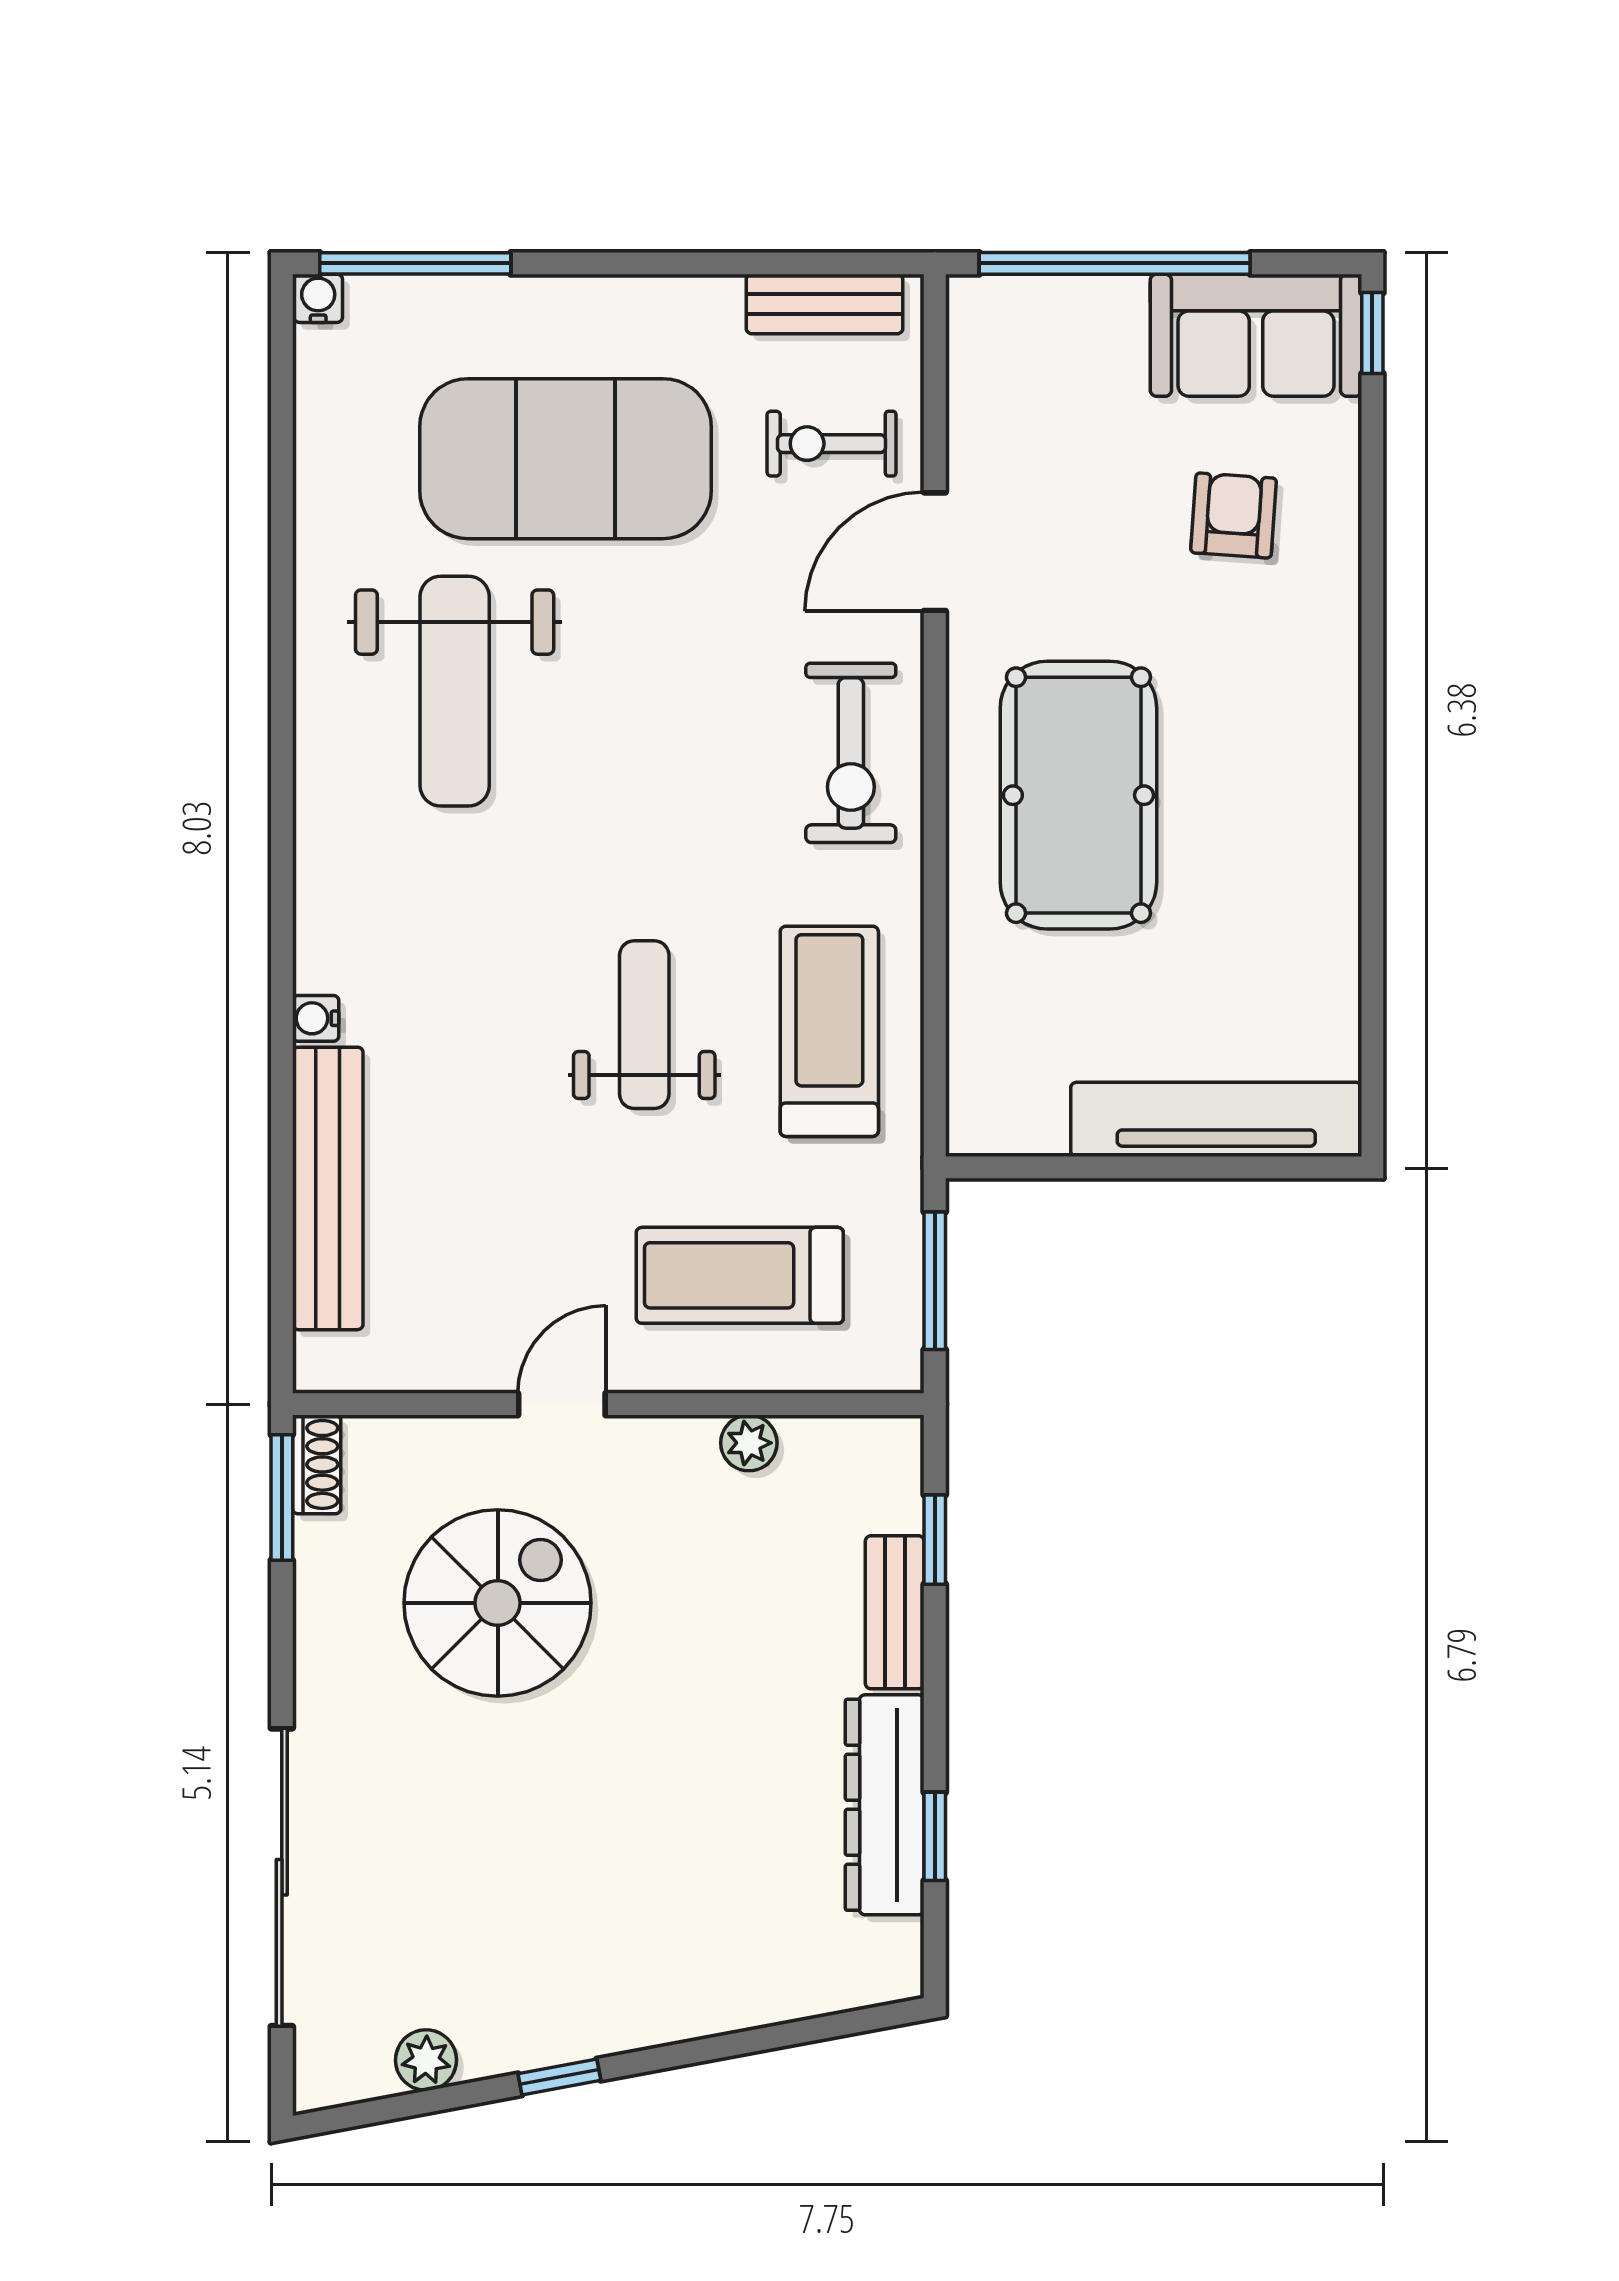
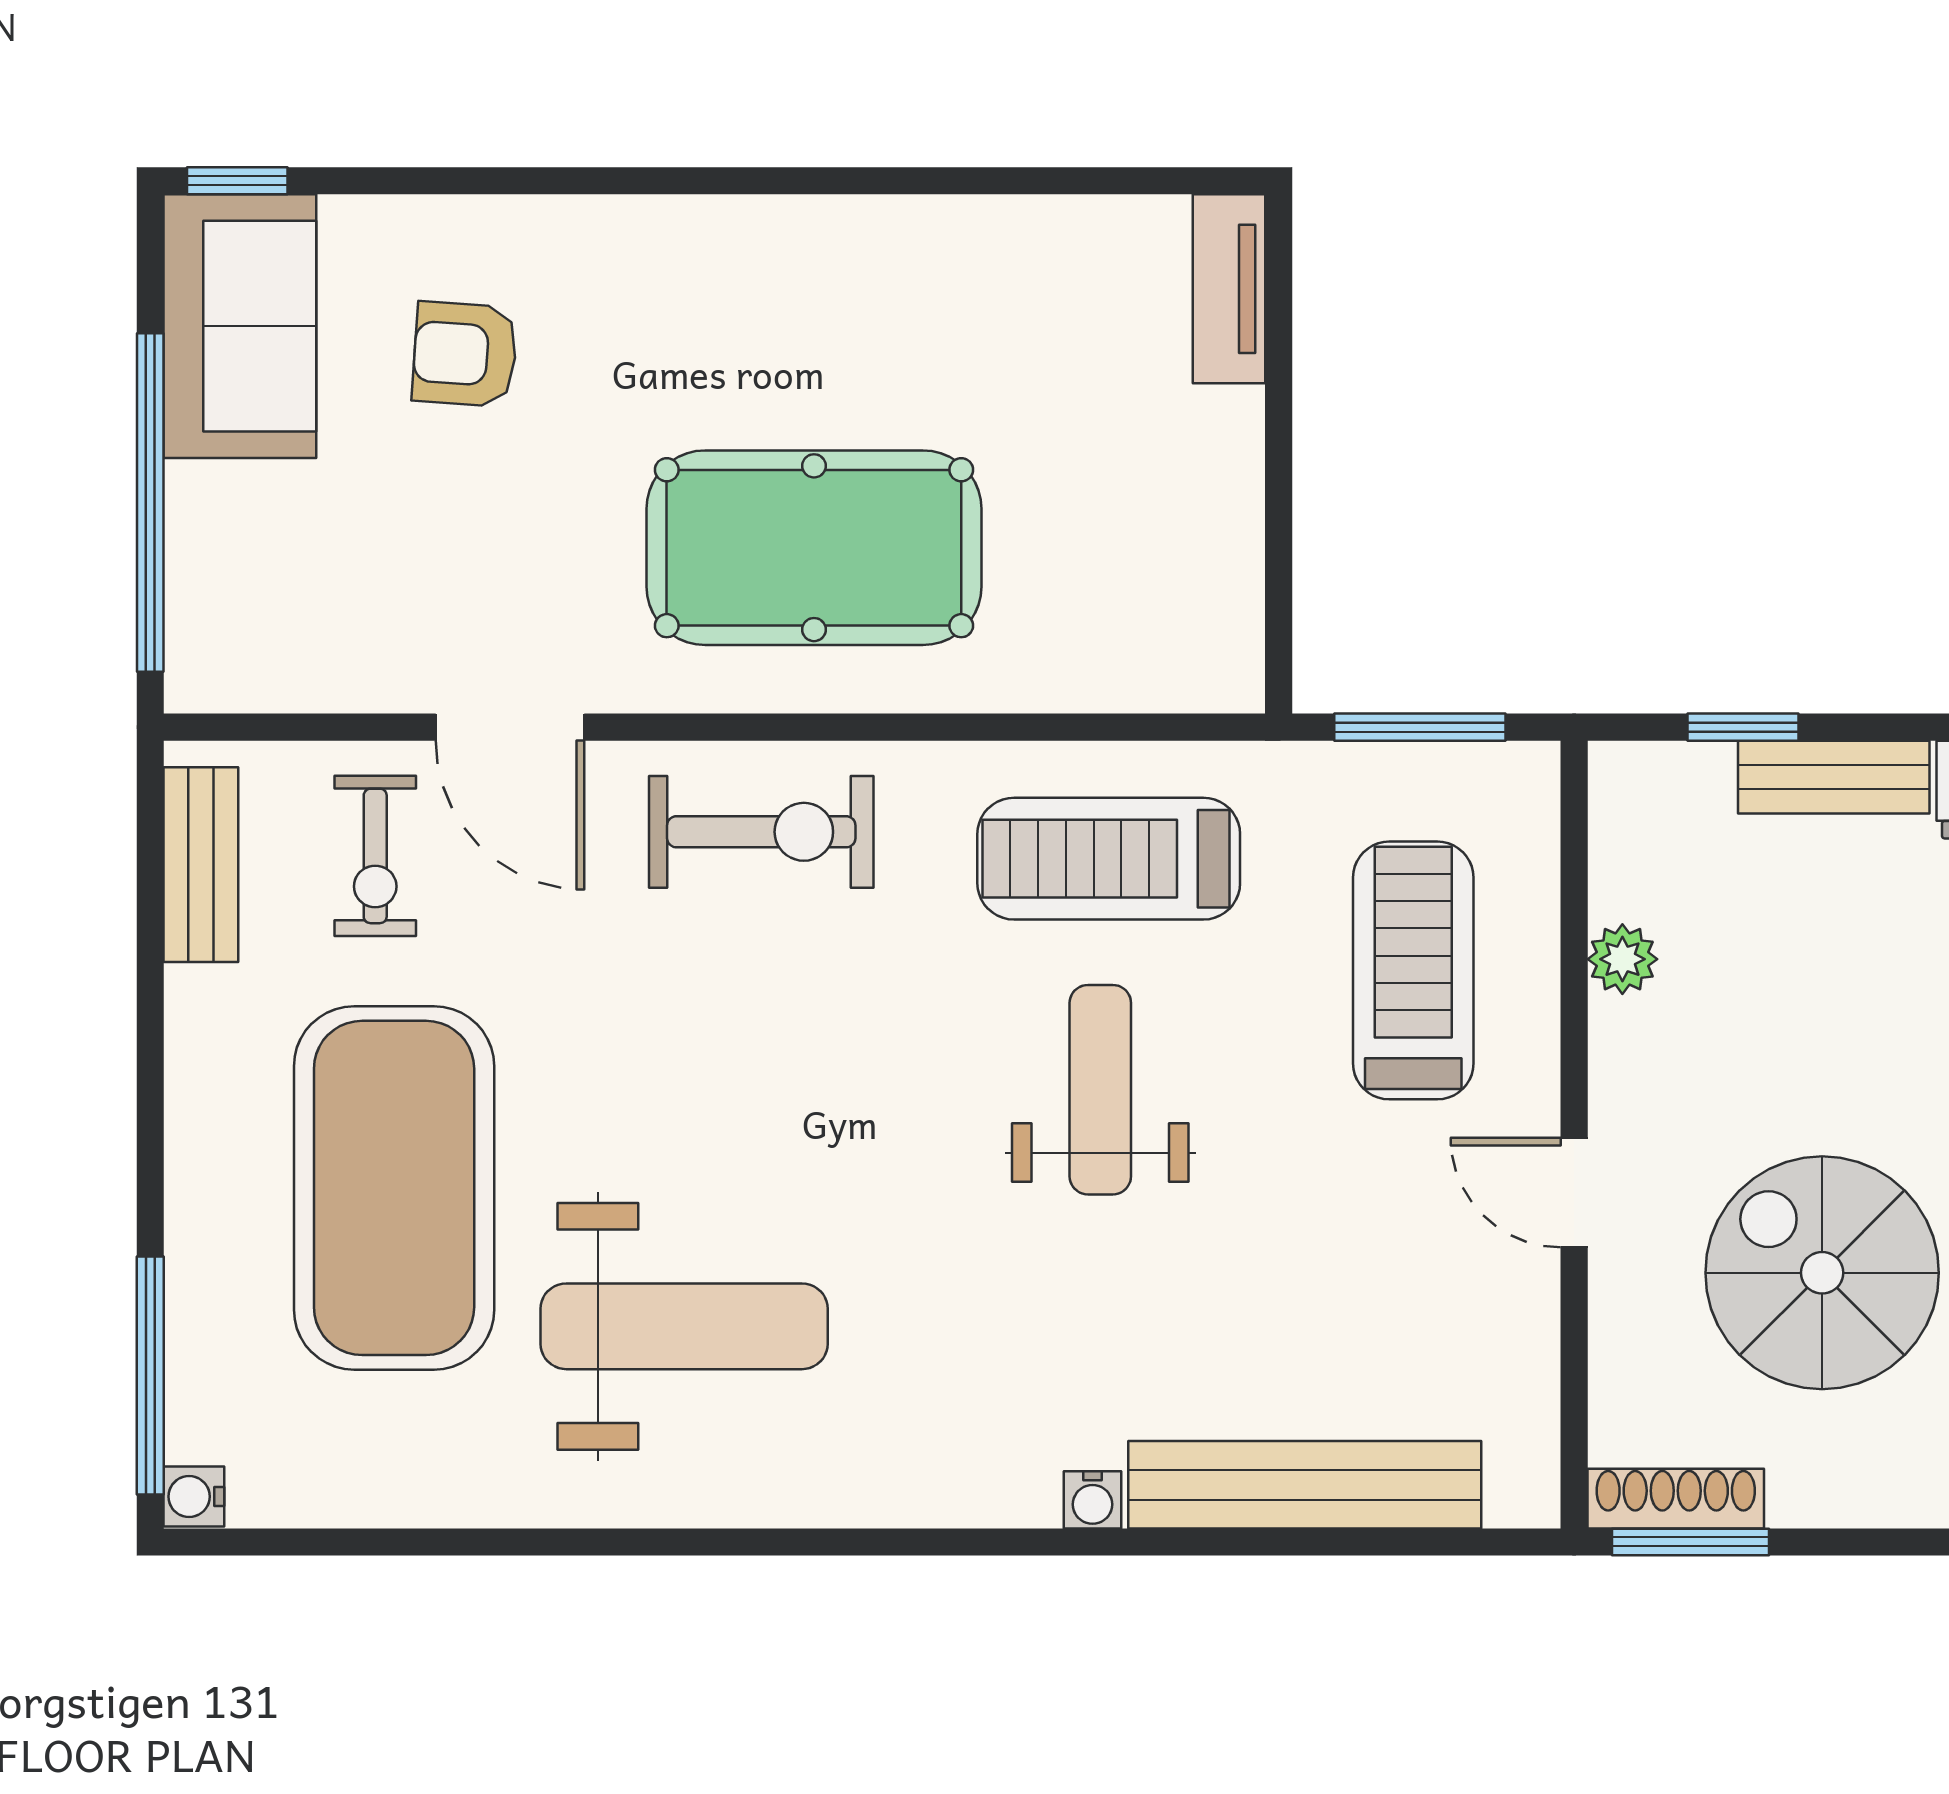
weight bench: (644, 1025) -> (1100, 1090), turned 90
tv unit: (1216, 1119) -> (1229, 289), width x0.52, depth x0.78
treadmill: (740, 1275) -> (1413, 970), turned 180
shoe rack: (317, 1464) -> (1676, 1499), width x1.43

